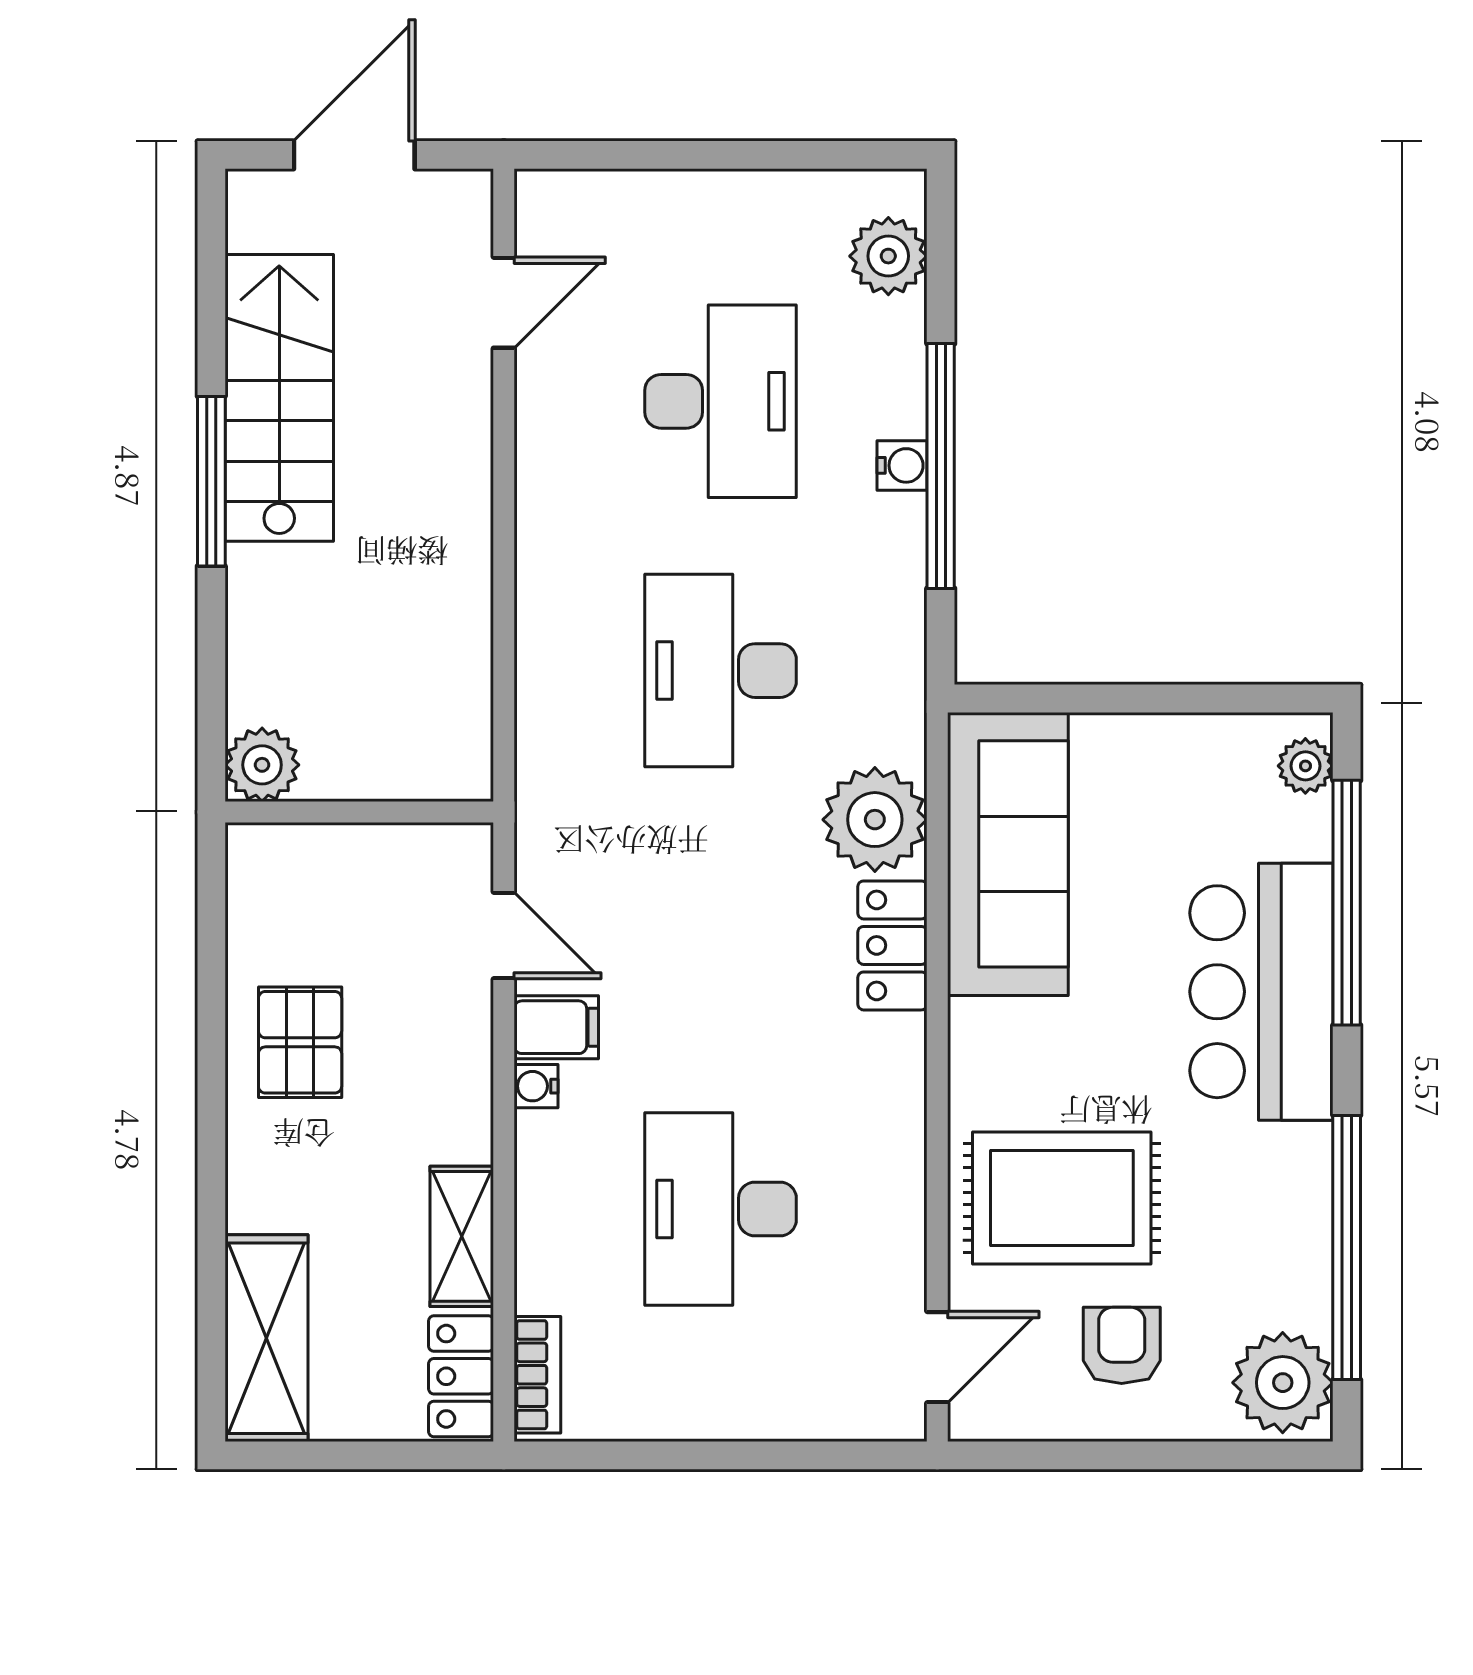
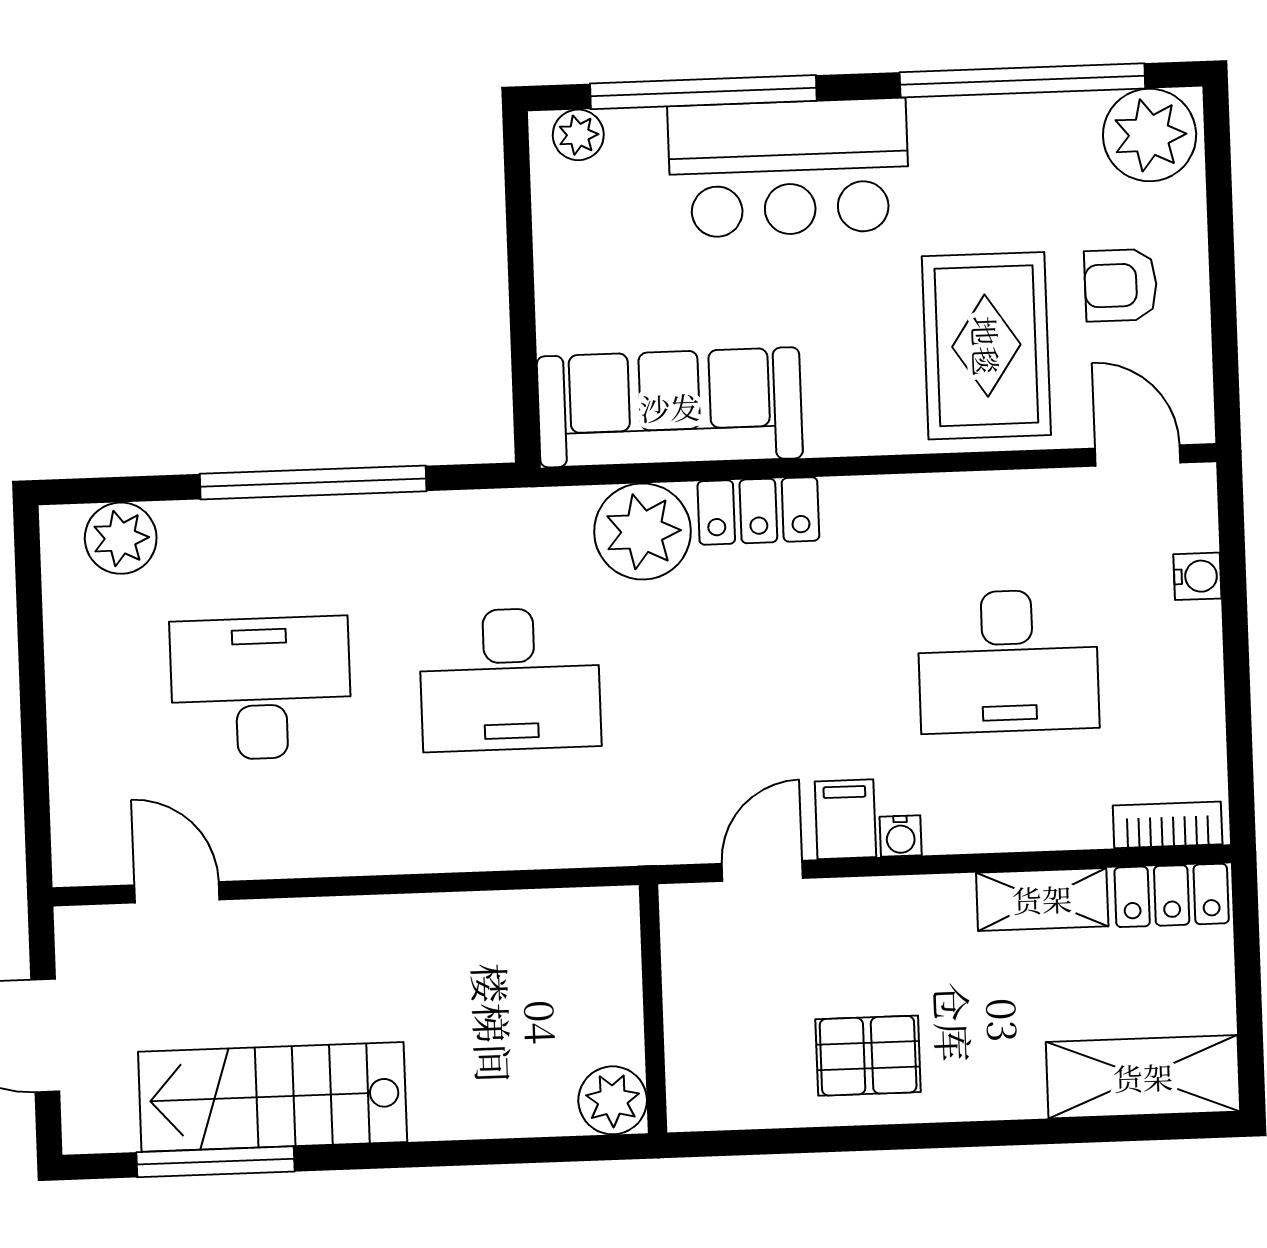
water cooler: (902, 465) -> (1197, 576), moved, turned 90
window: (211, 481) -> (215, 1162), moved

